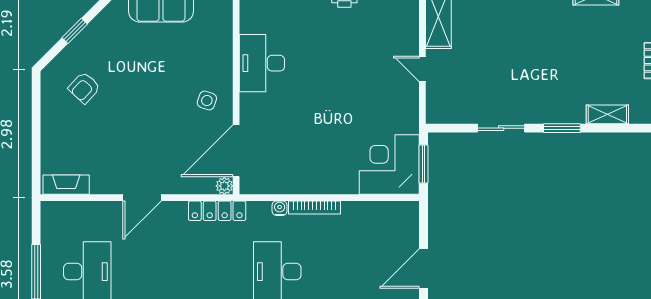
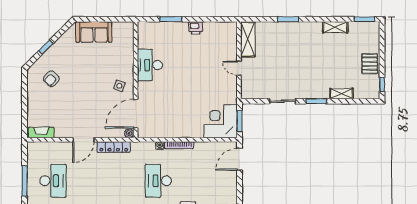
locker: (217, 211) -> (114, 147), moved
door: (423, 268) -> (240, 159), moved

